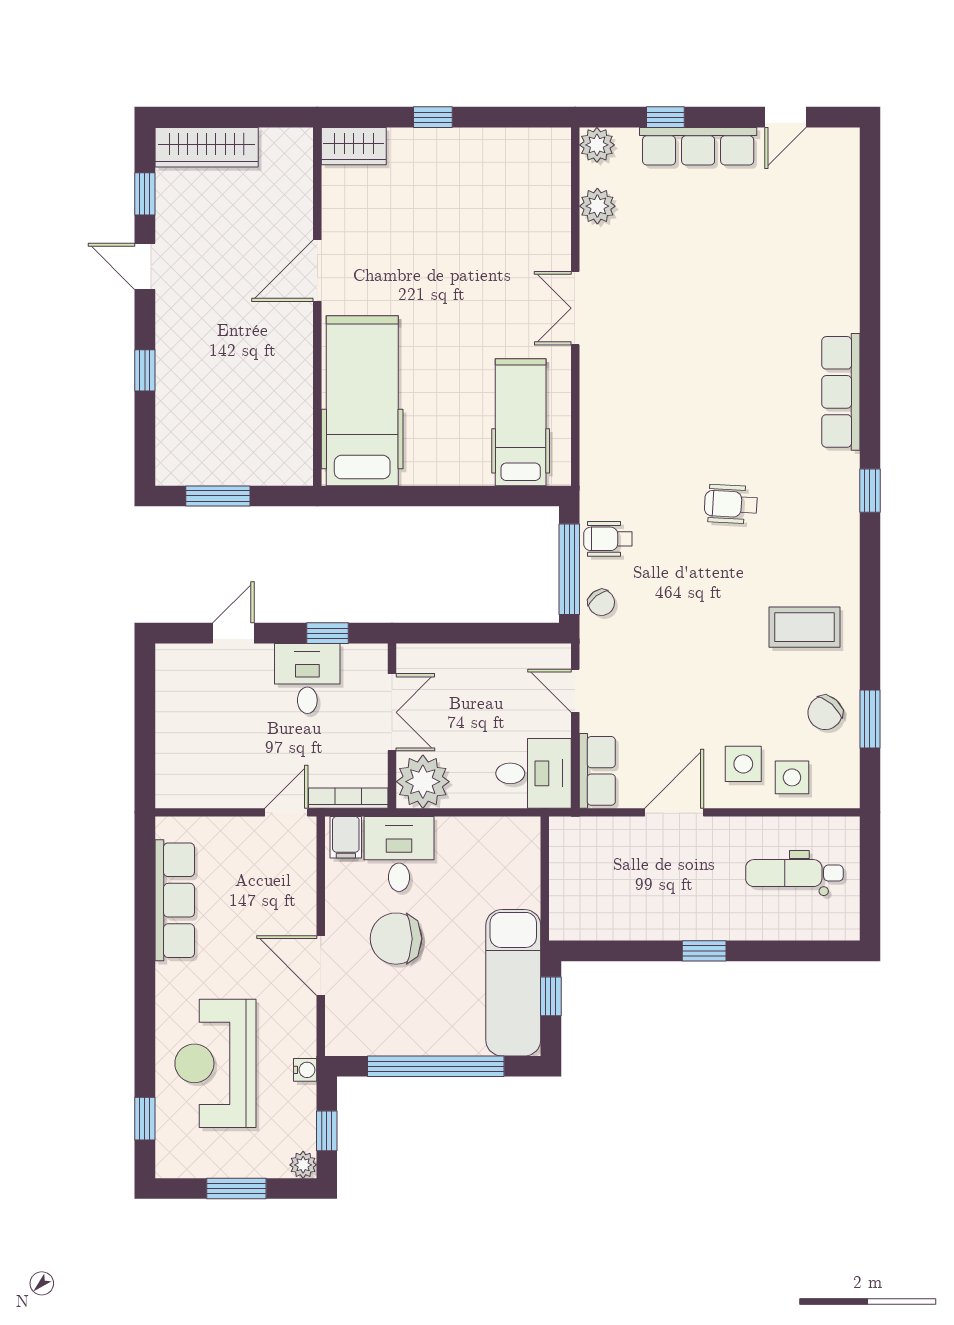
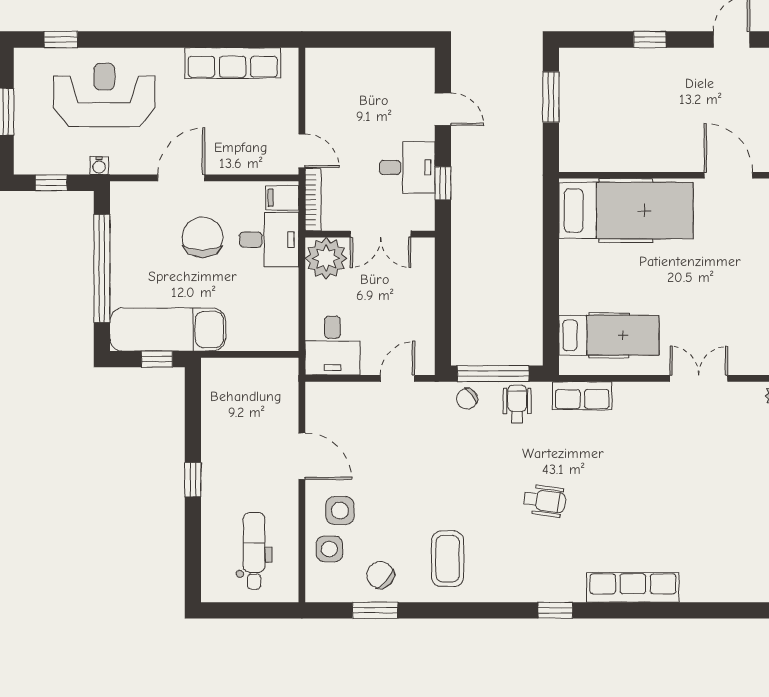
wheelchair: (731, 504) -> (544, 501), turned 95
row of seats: (597, 771) -> (582, 396), moved
plant: (303, 1165) -> (24, 164), removed

